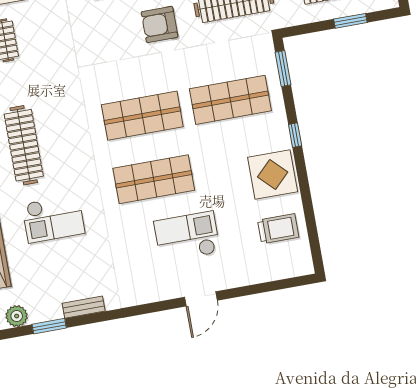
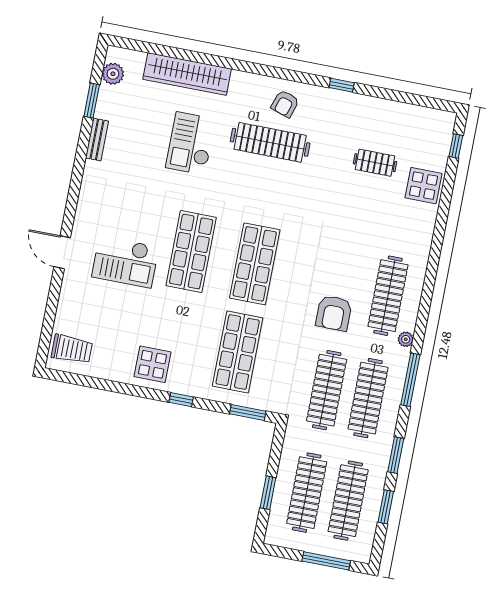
armchair: (160, 24) -> (334, 313), turned 180
display table: (273, 174) -> (152, 364), width x0.73, depth x0.73
trolley: (278, 229) -> (72, 349), moved, turned -90
checkout: (187, 237) -> (125, 262), turned 90

